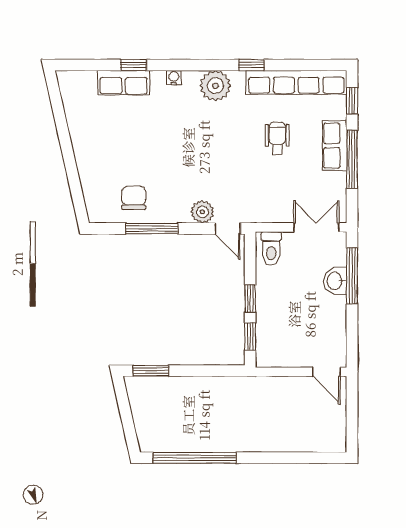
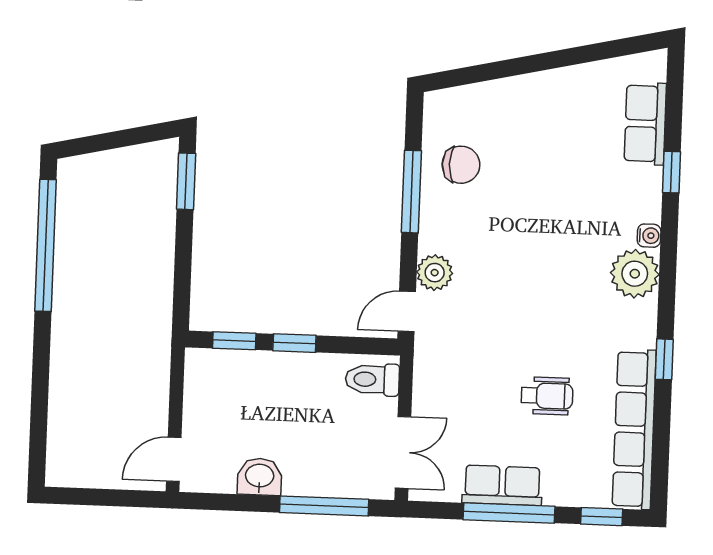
row of seats: (124, 83) -> (645, 124), moved
plant: (215, 86) -> (635, 274), moved
row of seats: (335, 146) -> (502, 485), moved
washbasin: (335, 281) -> (260, 477), moved

